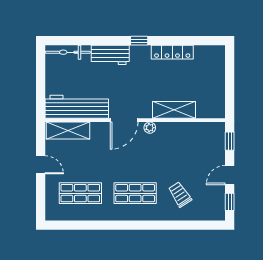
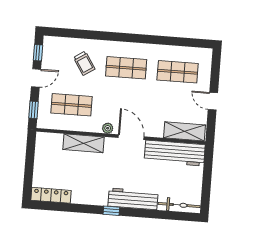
locker: (172, 52) -> (51, 195), moved
workbench: (110, 55) -> (133, 199), width x1.37
door: (124, 120) -> (131, 137), hinge flipped
shop shelf: (190, 149) -> (71, 105), added

